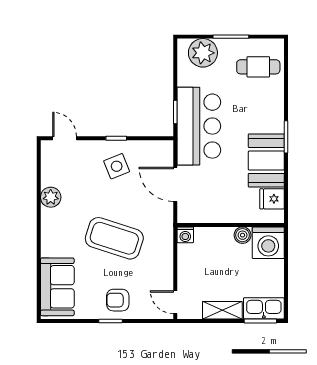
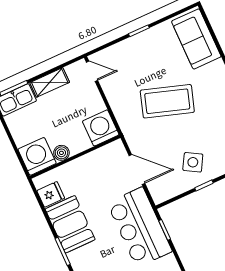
side table: (117, 166) -> (193, 162), turned -38
washing machine: (185, 235) -> (101, 128), width x1.89, depth x1.89
armchair: (118, 300) -> (141, 51), removed

